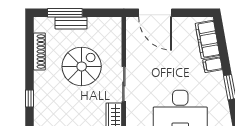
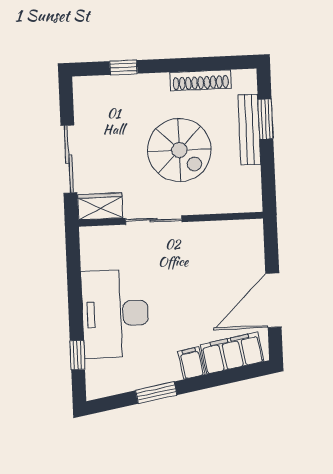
window: (65, 13) -> (266, 119), width x0.69
door: (155, 13) -> (273, 300), moved
bench: (71, 23) -> (249, 130), width x1.36

